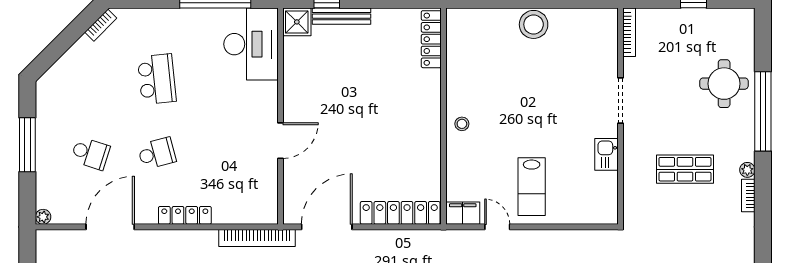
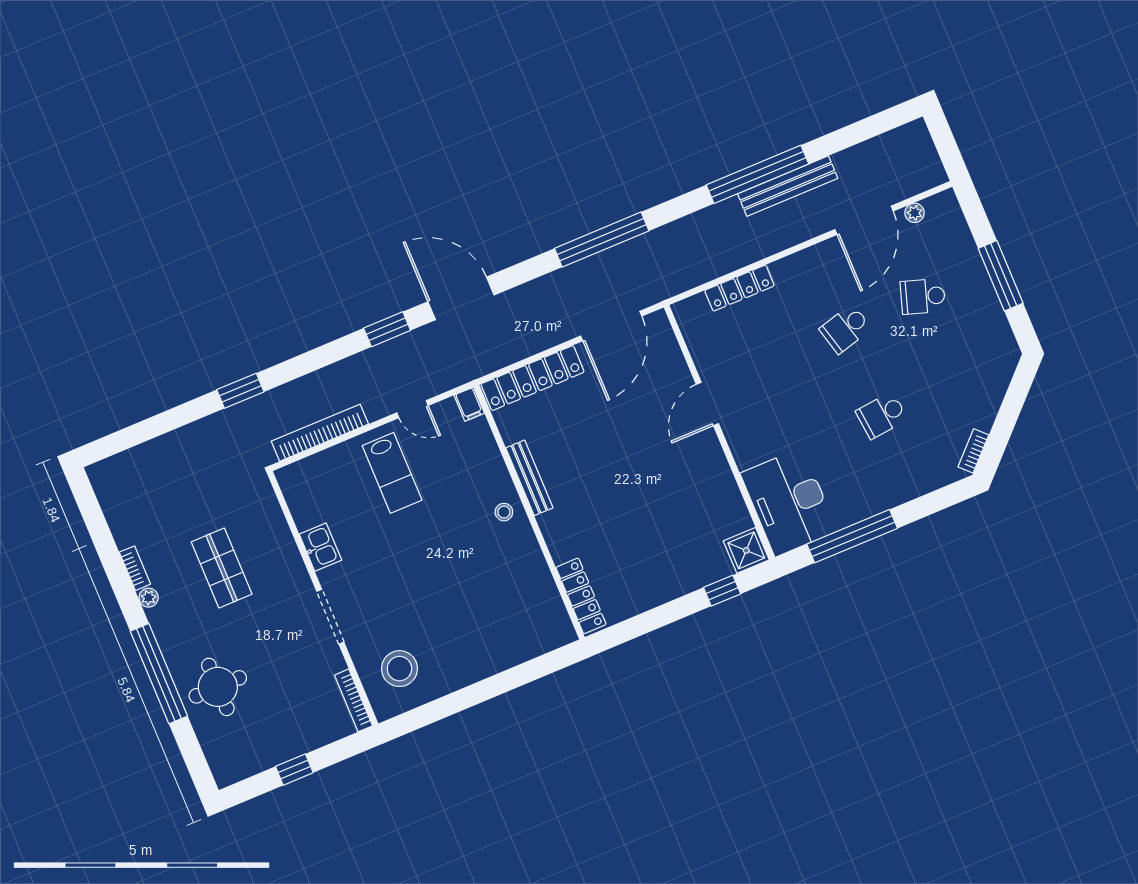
bench: (341, 16) -> (529, 478), moved, turned 90
stool: (534, 24) -> (399, 669), moved
school desk: (157, 79) -> (882, 415), width x0.54
shop shelf: (685, 169) -> (222, 568), turned 90
lab bench: (532, 187) -> (392, 473), turned 180
filing cabinet: (463, 213) -> (469, 404), width x0.50
locker: (185, 215) -> (739, 288), moved
plant: (43, 217) -> (915, 213), moved
bookcase: (257, 238) -> (320, 433), moved

